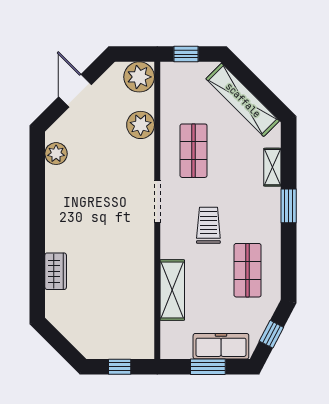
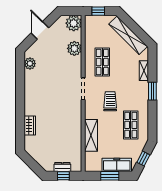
dresser: (118, 350) -> (62, 167), added

